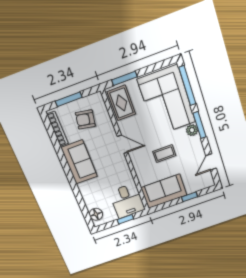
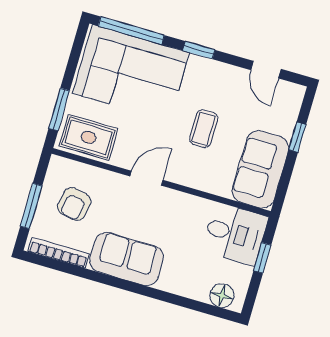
window: (200, 125) -> (199, 50), width x0.67
plant: (192, 130) -> (198, 66), removed

